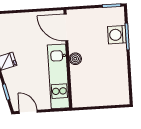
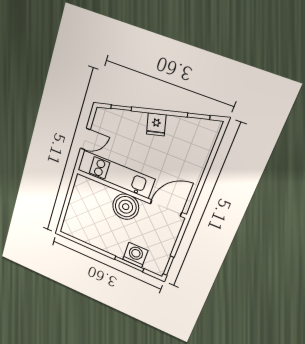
boiler: (75, 59) -> (126, 207), width x1.86, depth x1.86
door: (28, 112) -> (85, 139), moved

